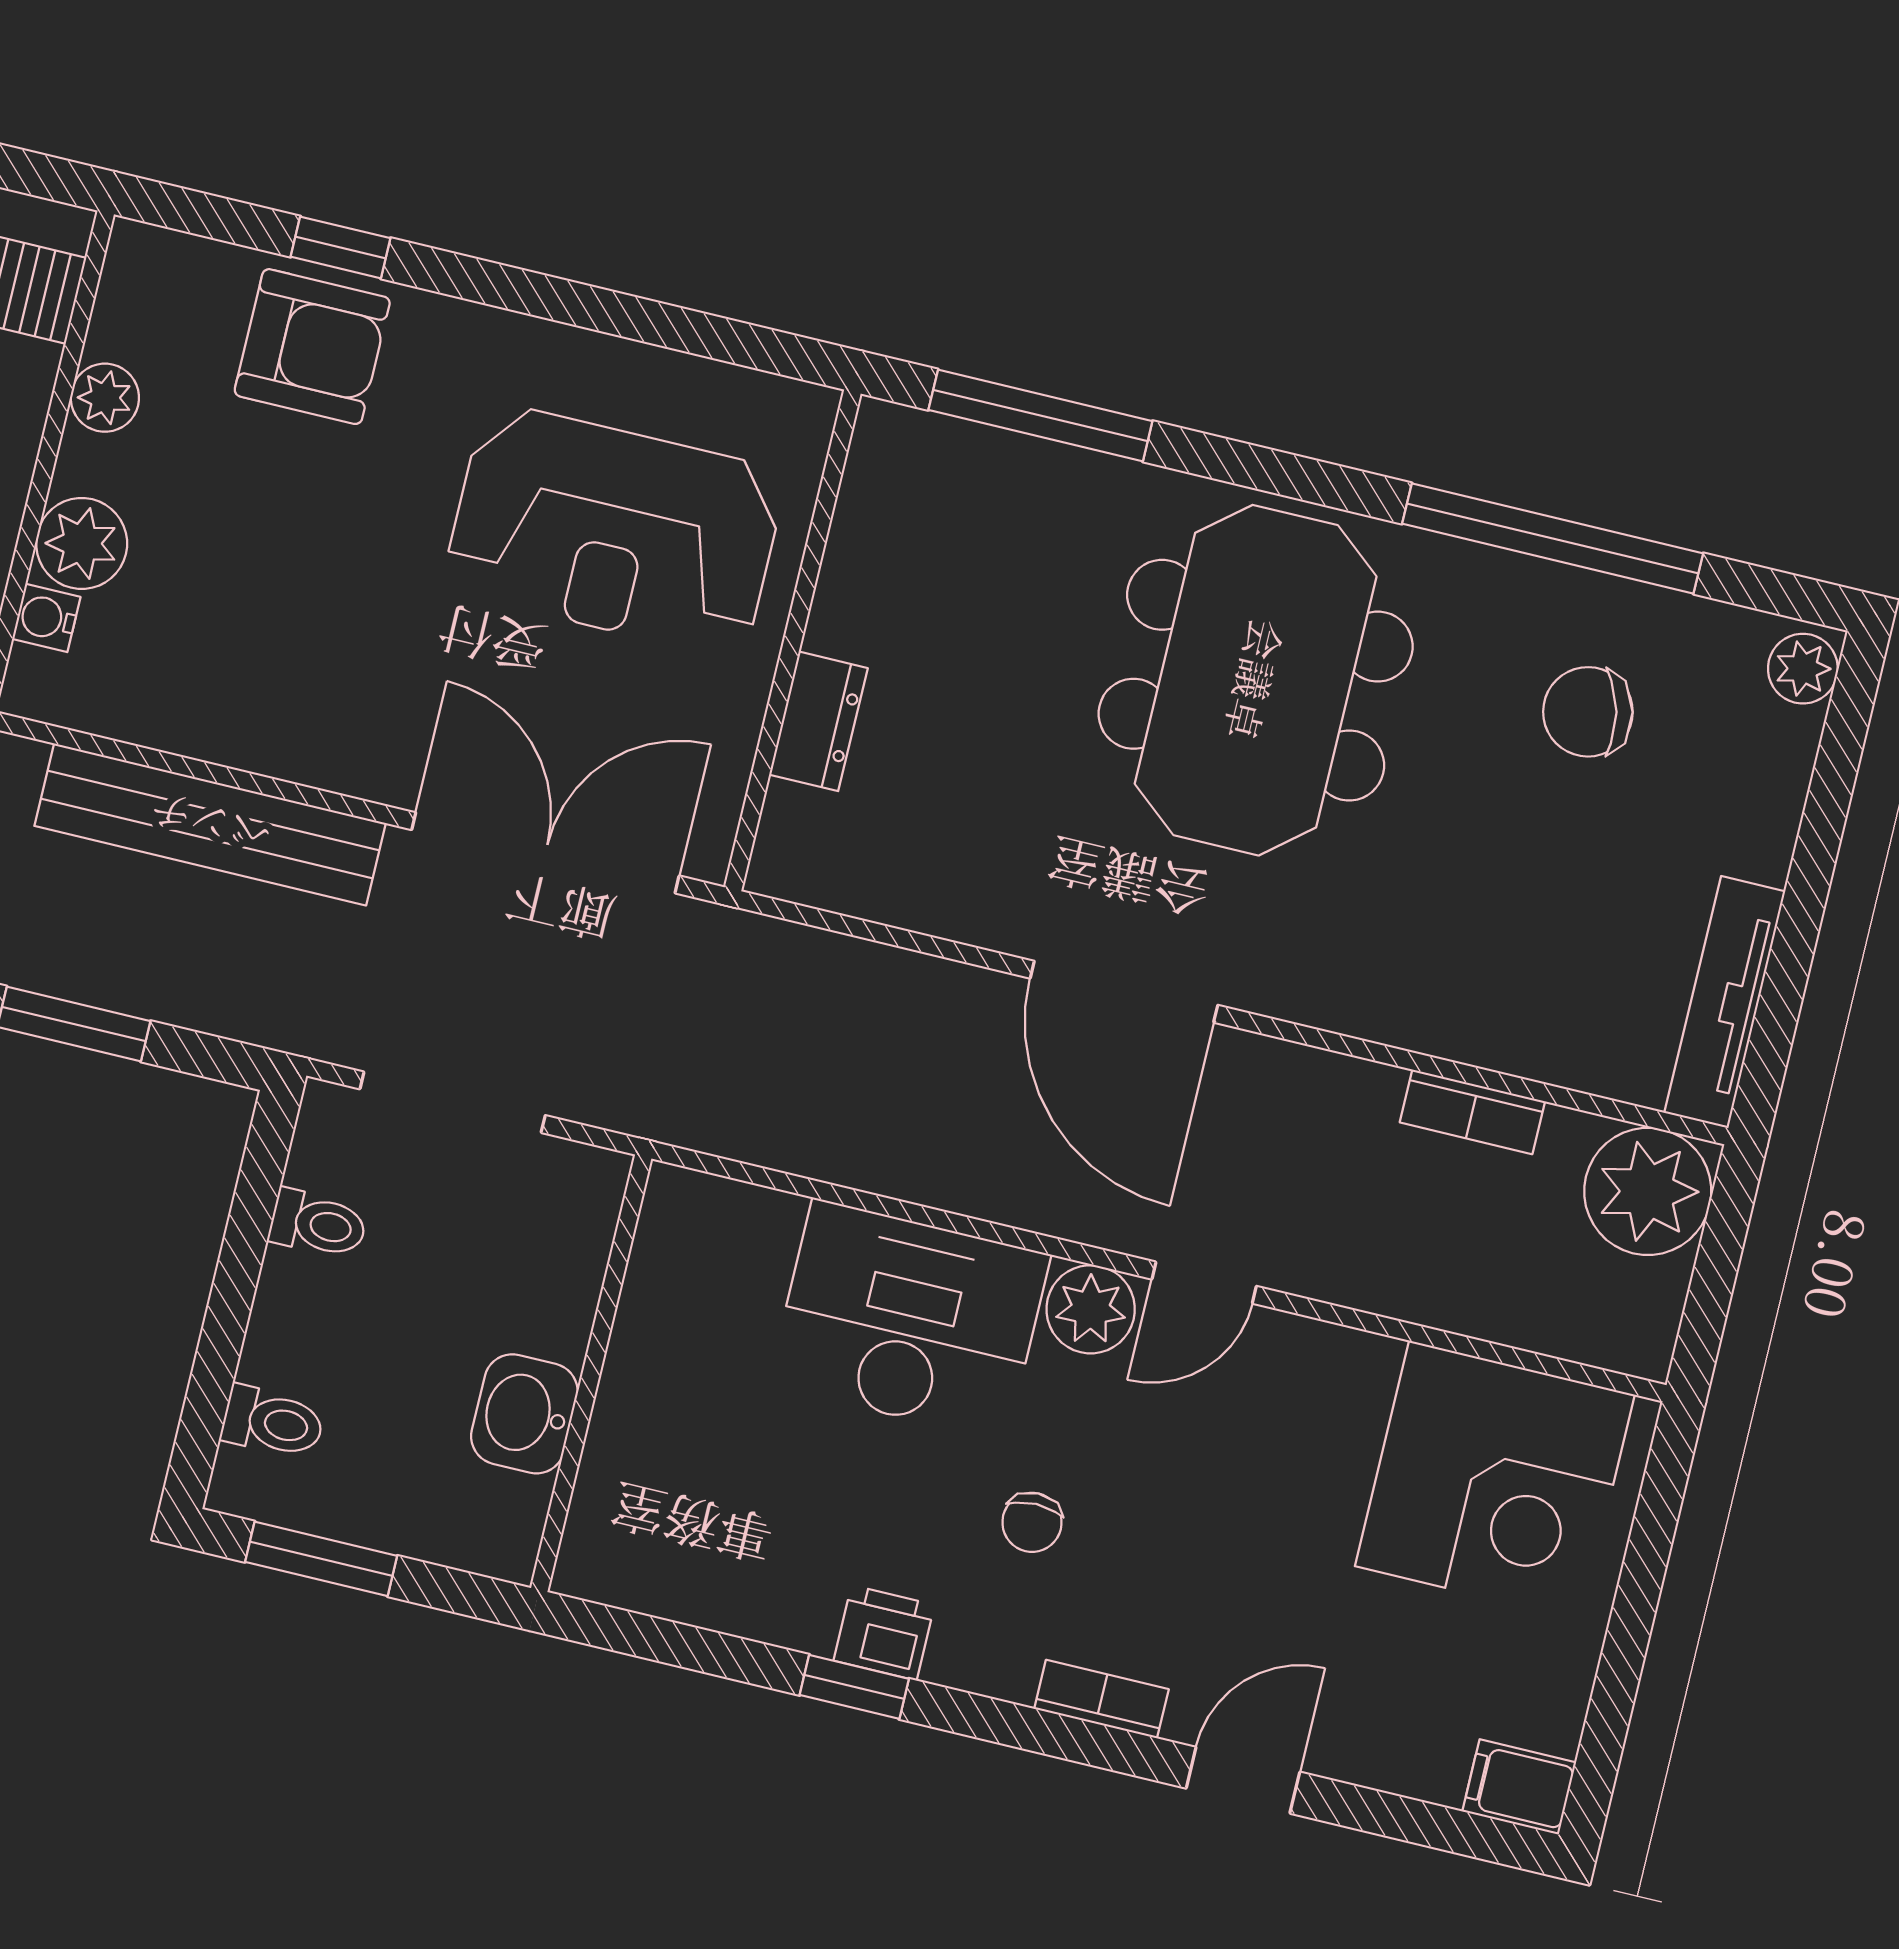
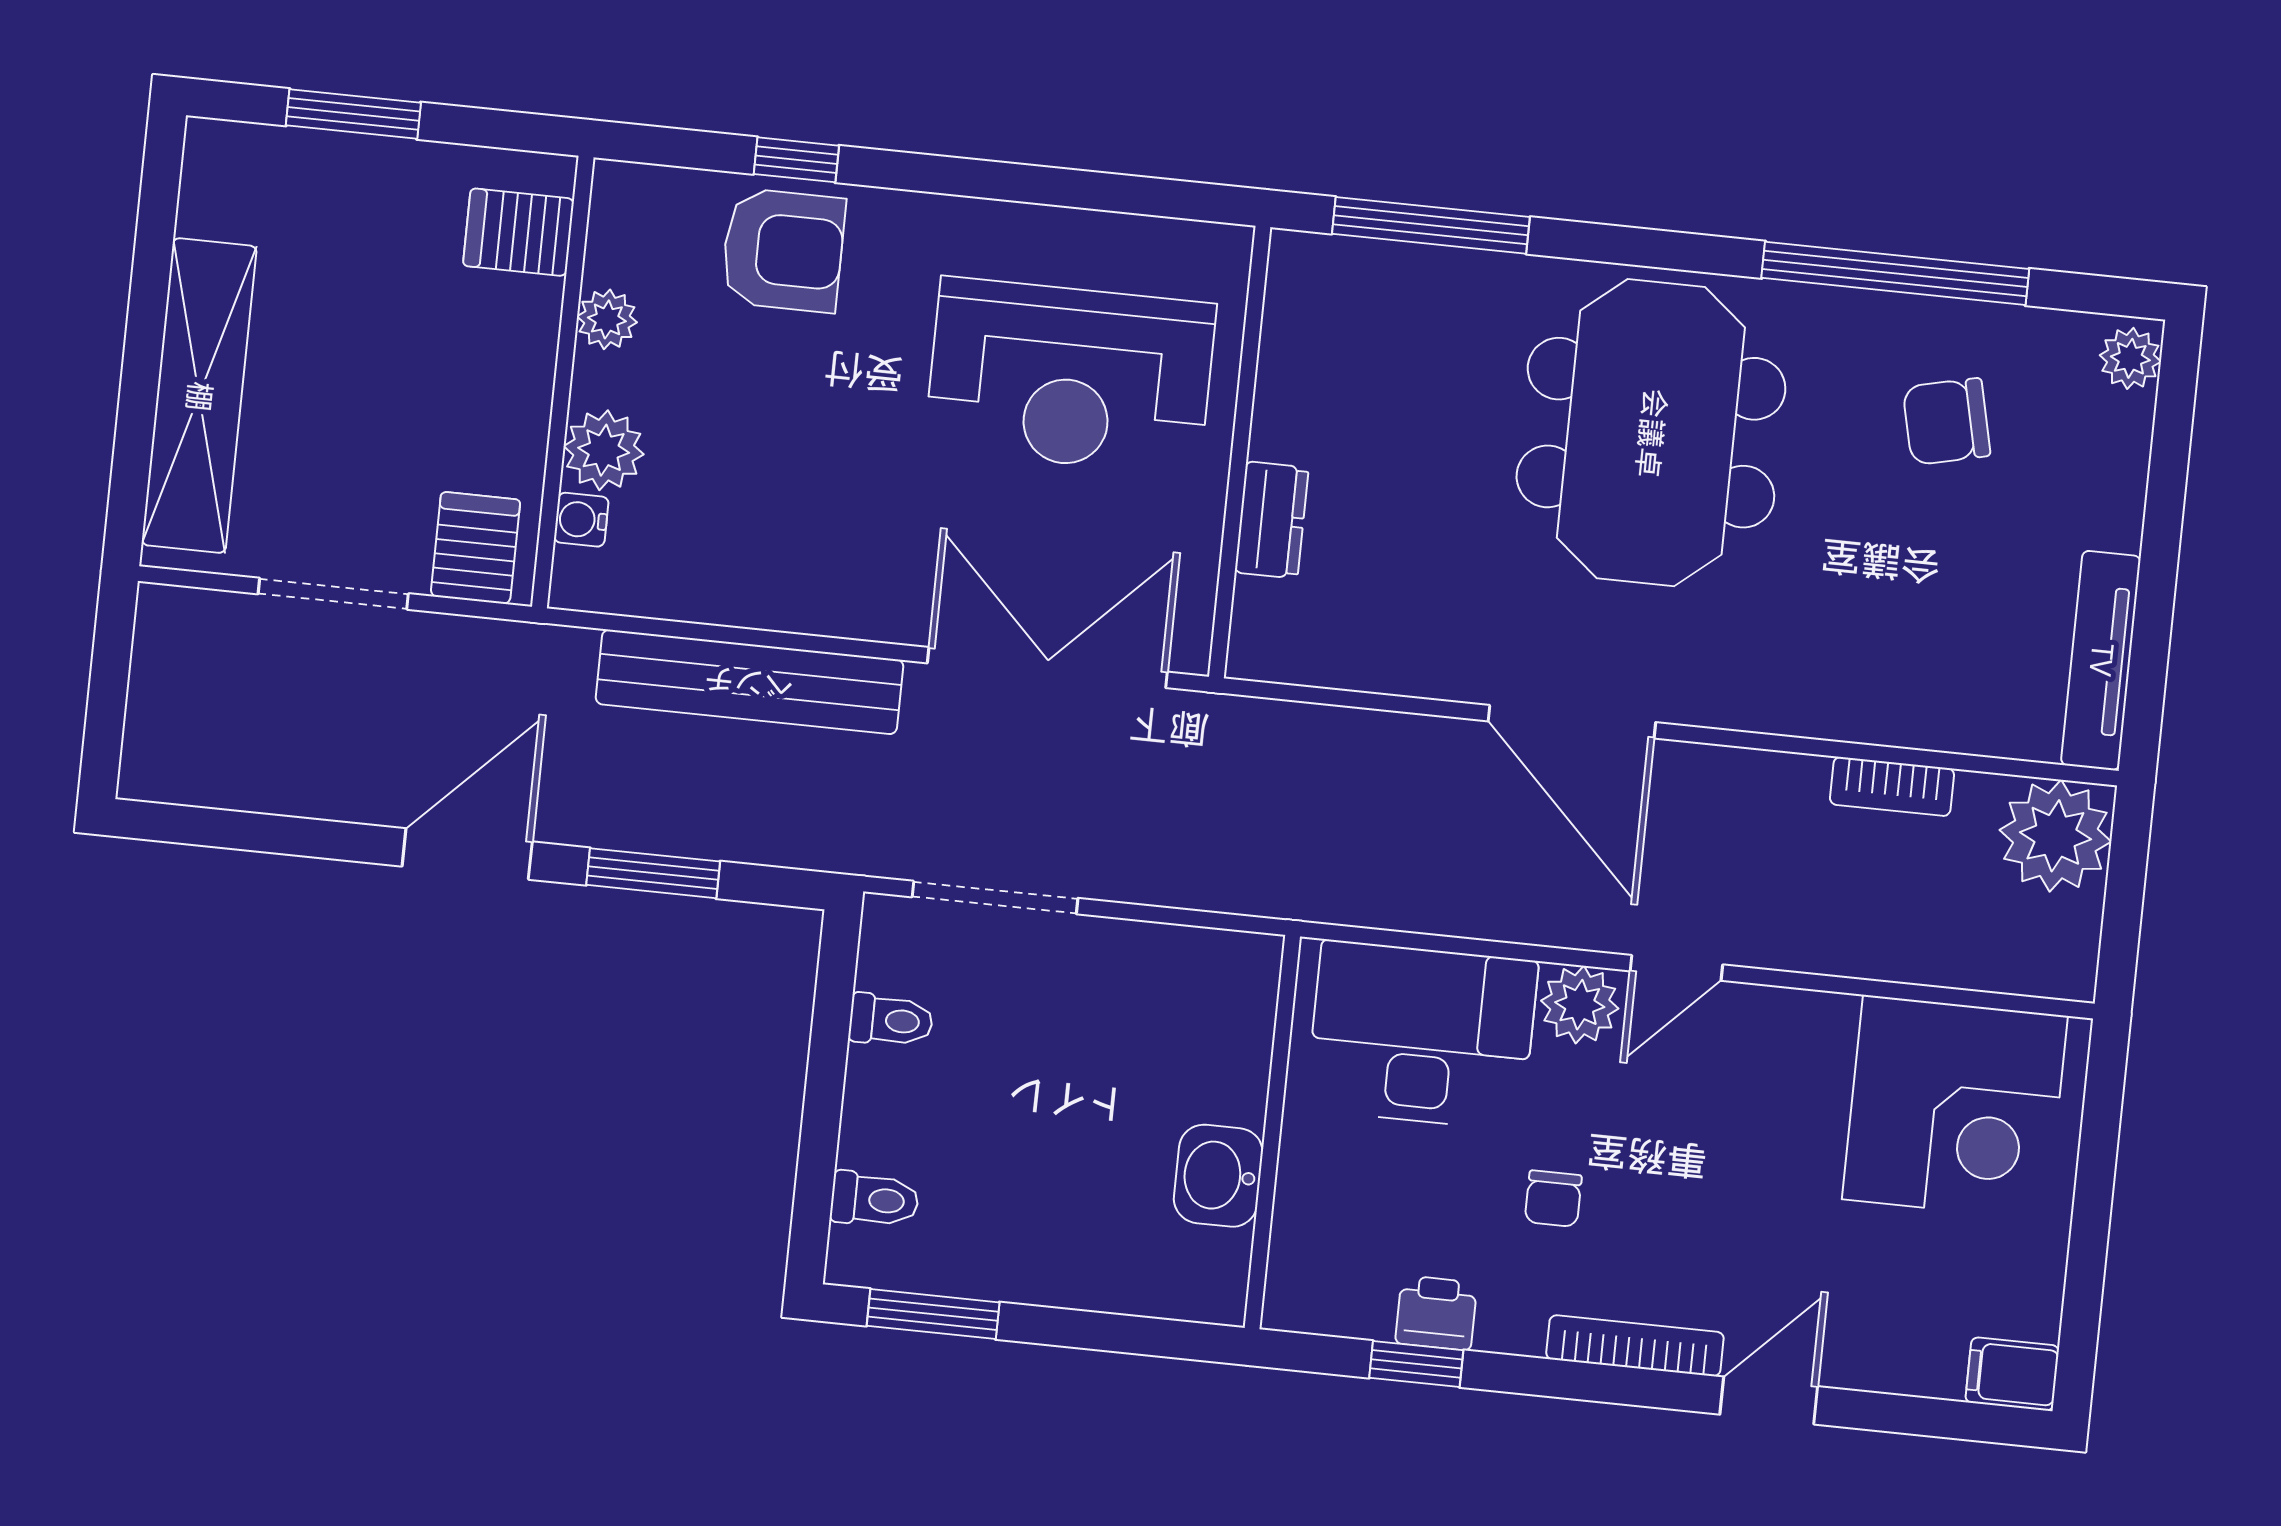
wall: (591, 1373) -> (1272, 1132), moved
washbasin: (524, 1414) -> (1218, 1176), moved
bookcase: (1101, 1699) -> (1635, 1346), width x1.56

